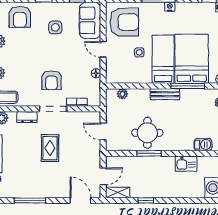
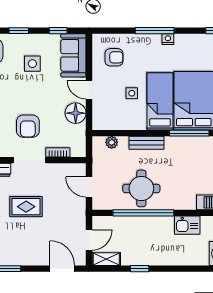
armchair: (124, 22) -> (114, 57), width x0.53, depth x0.53
floor lamp: (96, 73) -> (76, 113), width x1.89, depth x1.89
bench: (165, 94) -> (147, 143), moved
rug: (50, 148) -> (26, 207), turned 90
window: (149, 153) -> (143, 213), width x2.11

